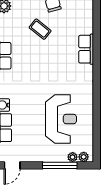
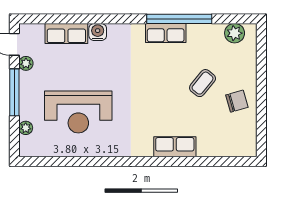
plant: (84, 157) -> (26, 63), moved
window: (60, 165) -> (14, 92), moved

